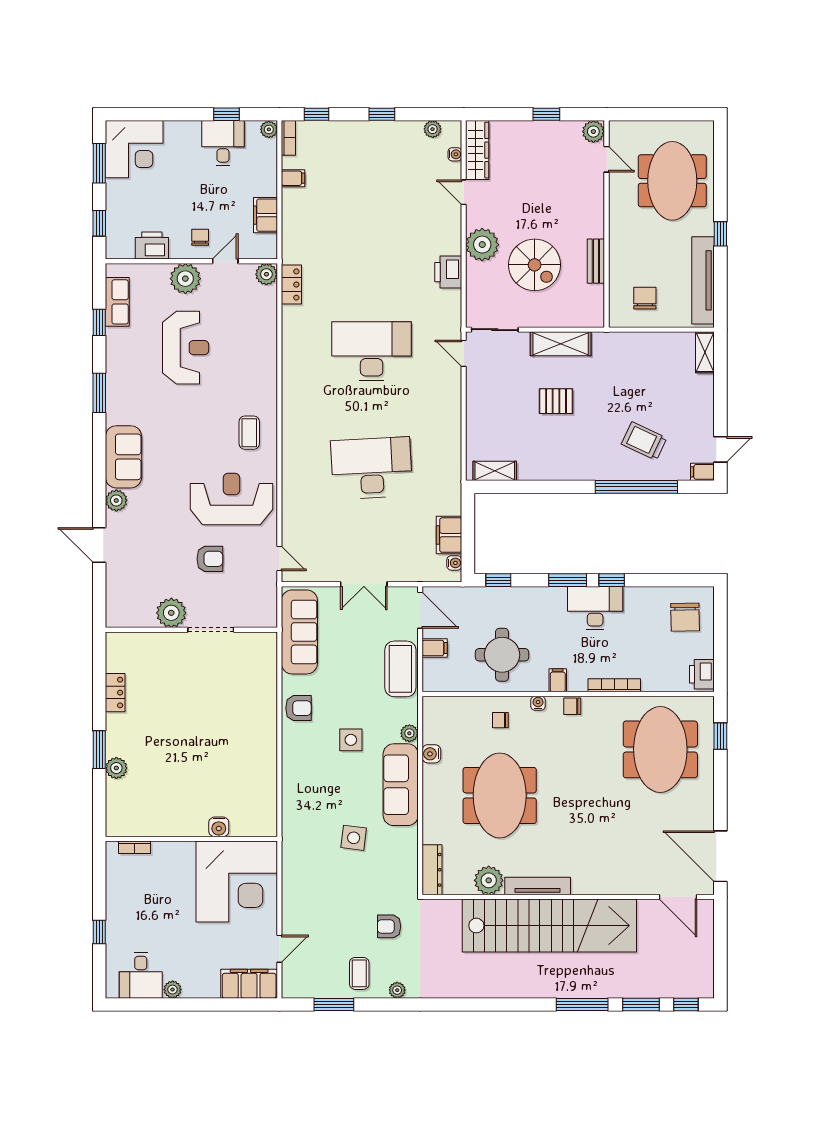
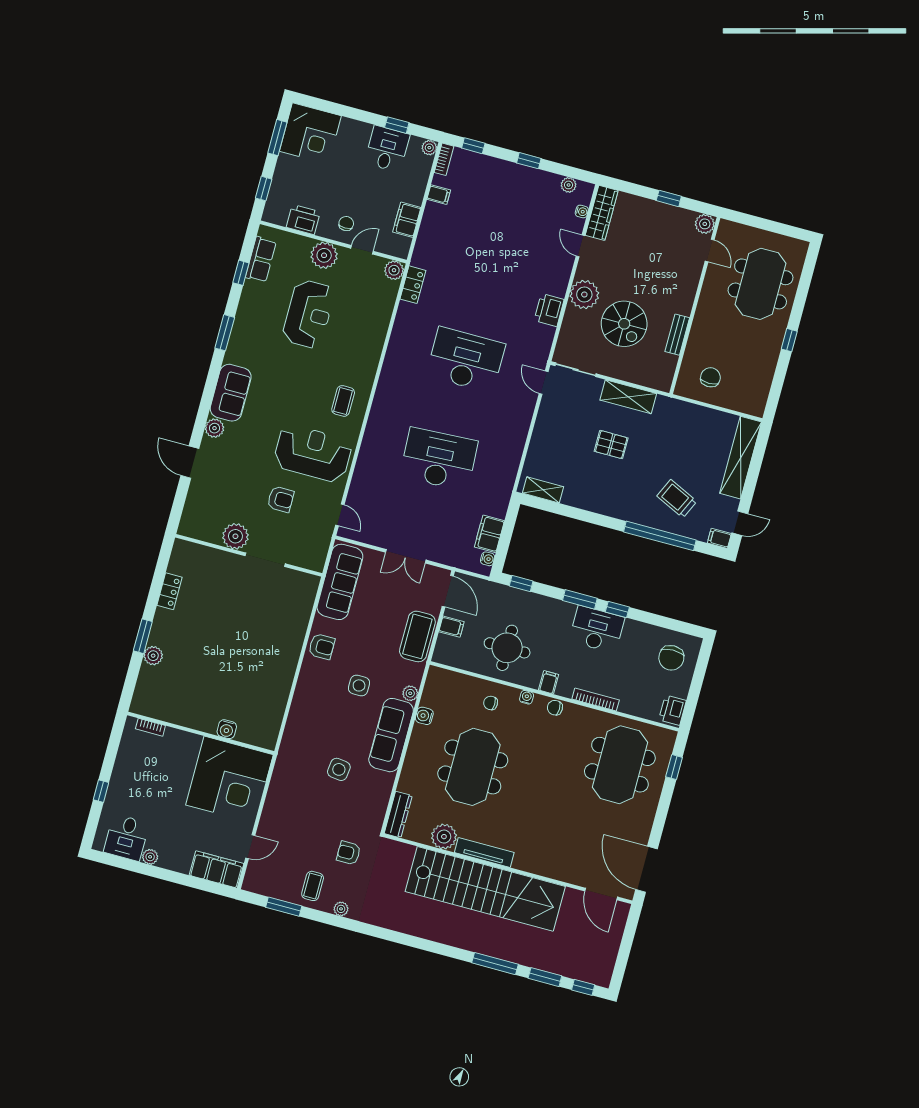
tv unit: (703, 280) -> (764, 376), removed
shelving: (705, 352) -> (741, 458), width x2.20, depth x1.33

